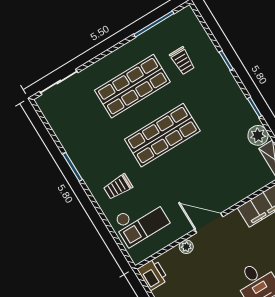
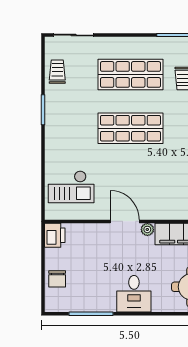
trolley: (118, 187) -> (57, 72), moved, turned 90
plant: (186, 247) -> (147, 229), moved

